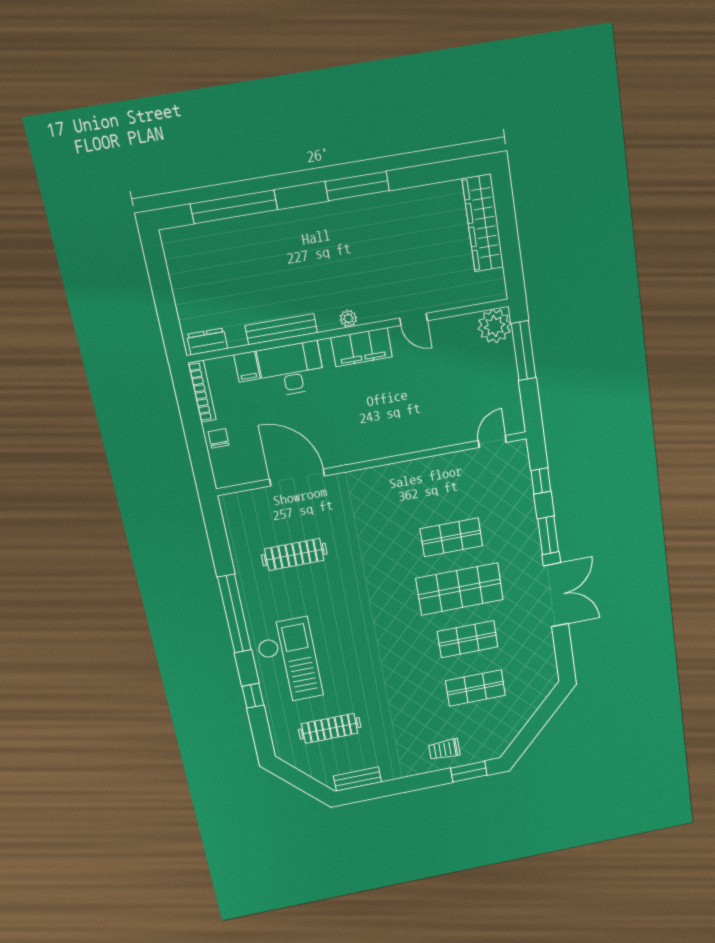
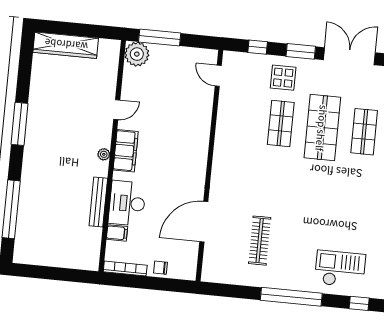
dresser: (207, 341) -> (93, 254), removed
display table: (510, 523) -> (283, 78), added
checkout: (289, 661) -> (340, 269), width x0.73, depth x0.83

